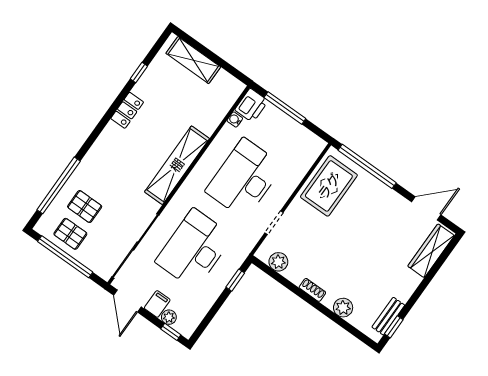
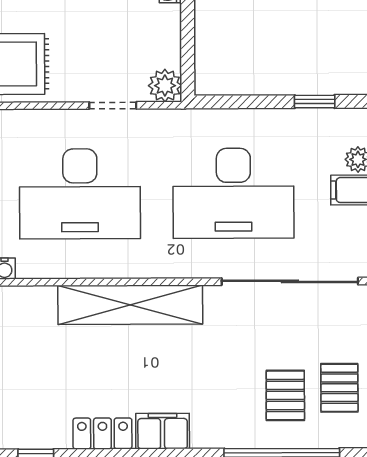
filing cabinet: (109, 139) -> (163, 431), added
plant: (278, 262) -> (165, 86), moved
window: (235, 280) -> (315, 102), moved

